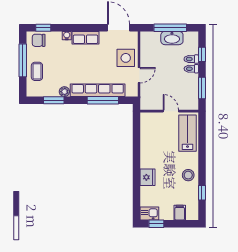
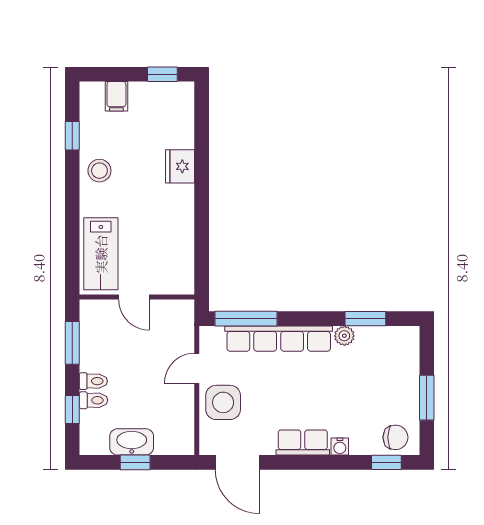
window: (170, 28) -> (135, 462), width x0.46
window: (23, 60) -> (427, 398), width x0.69
coffee table: (37, 71) -> (399, 376), removed
window: (103, 100) -> (246, 319), moved
kitchen sink: (149, 213) -> (176, 95), removed

